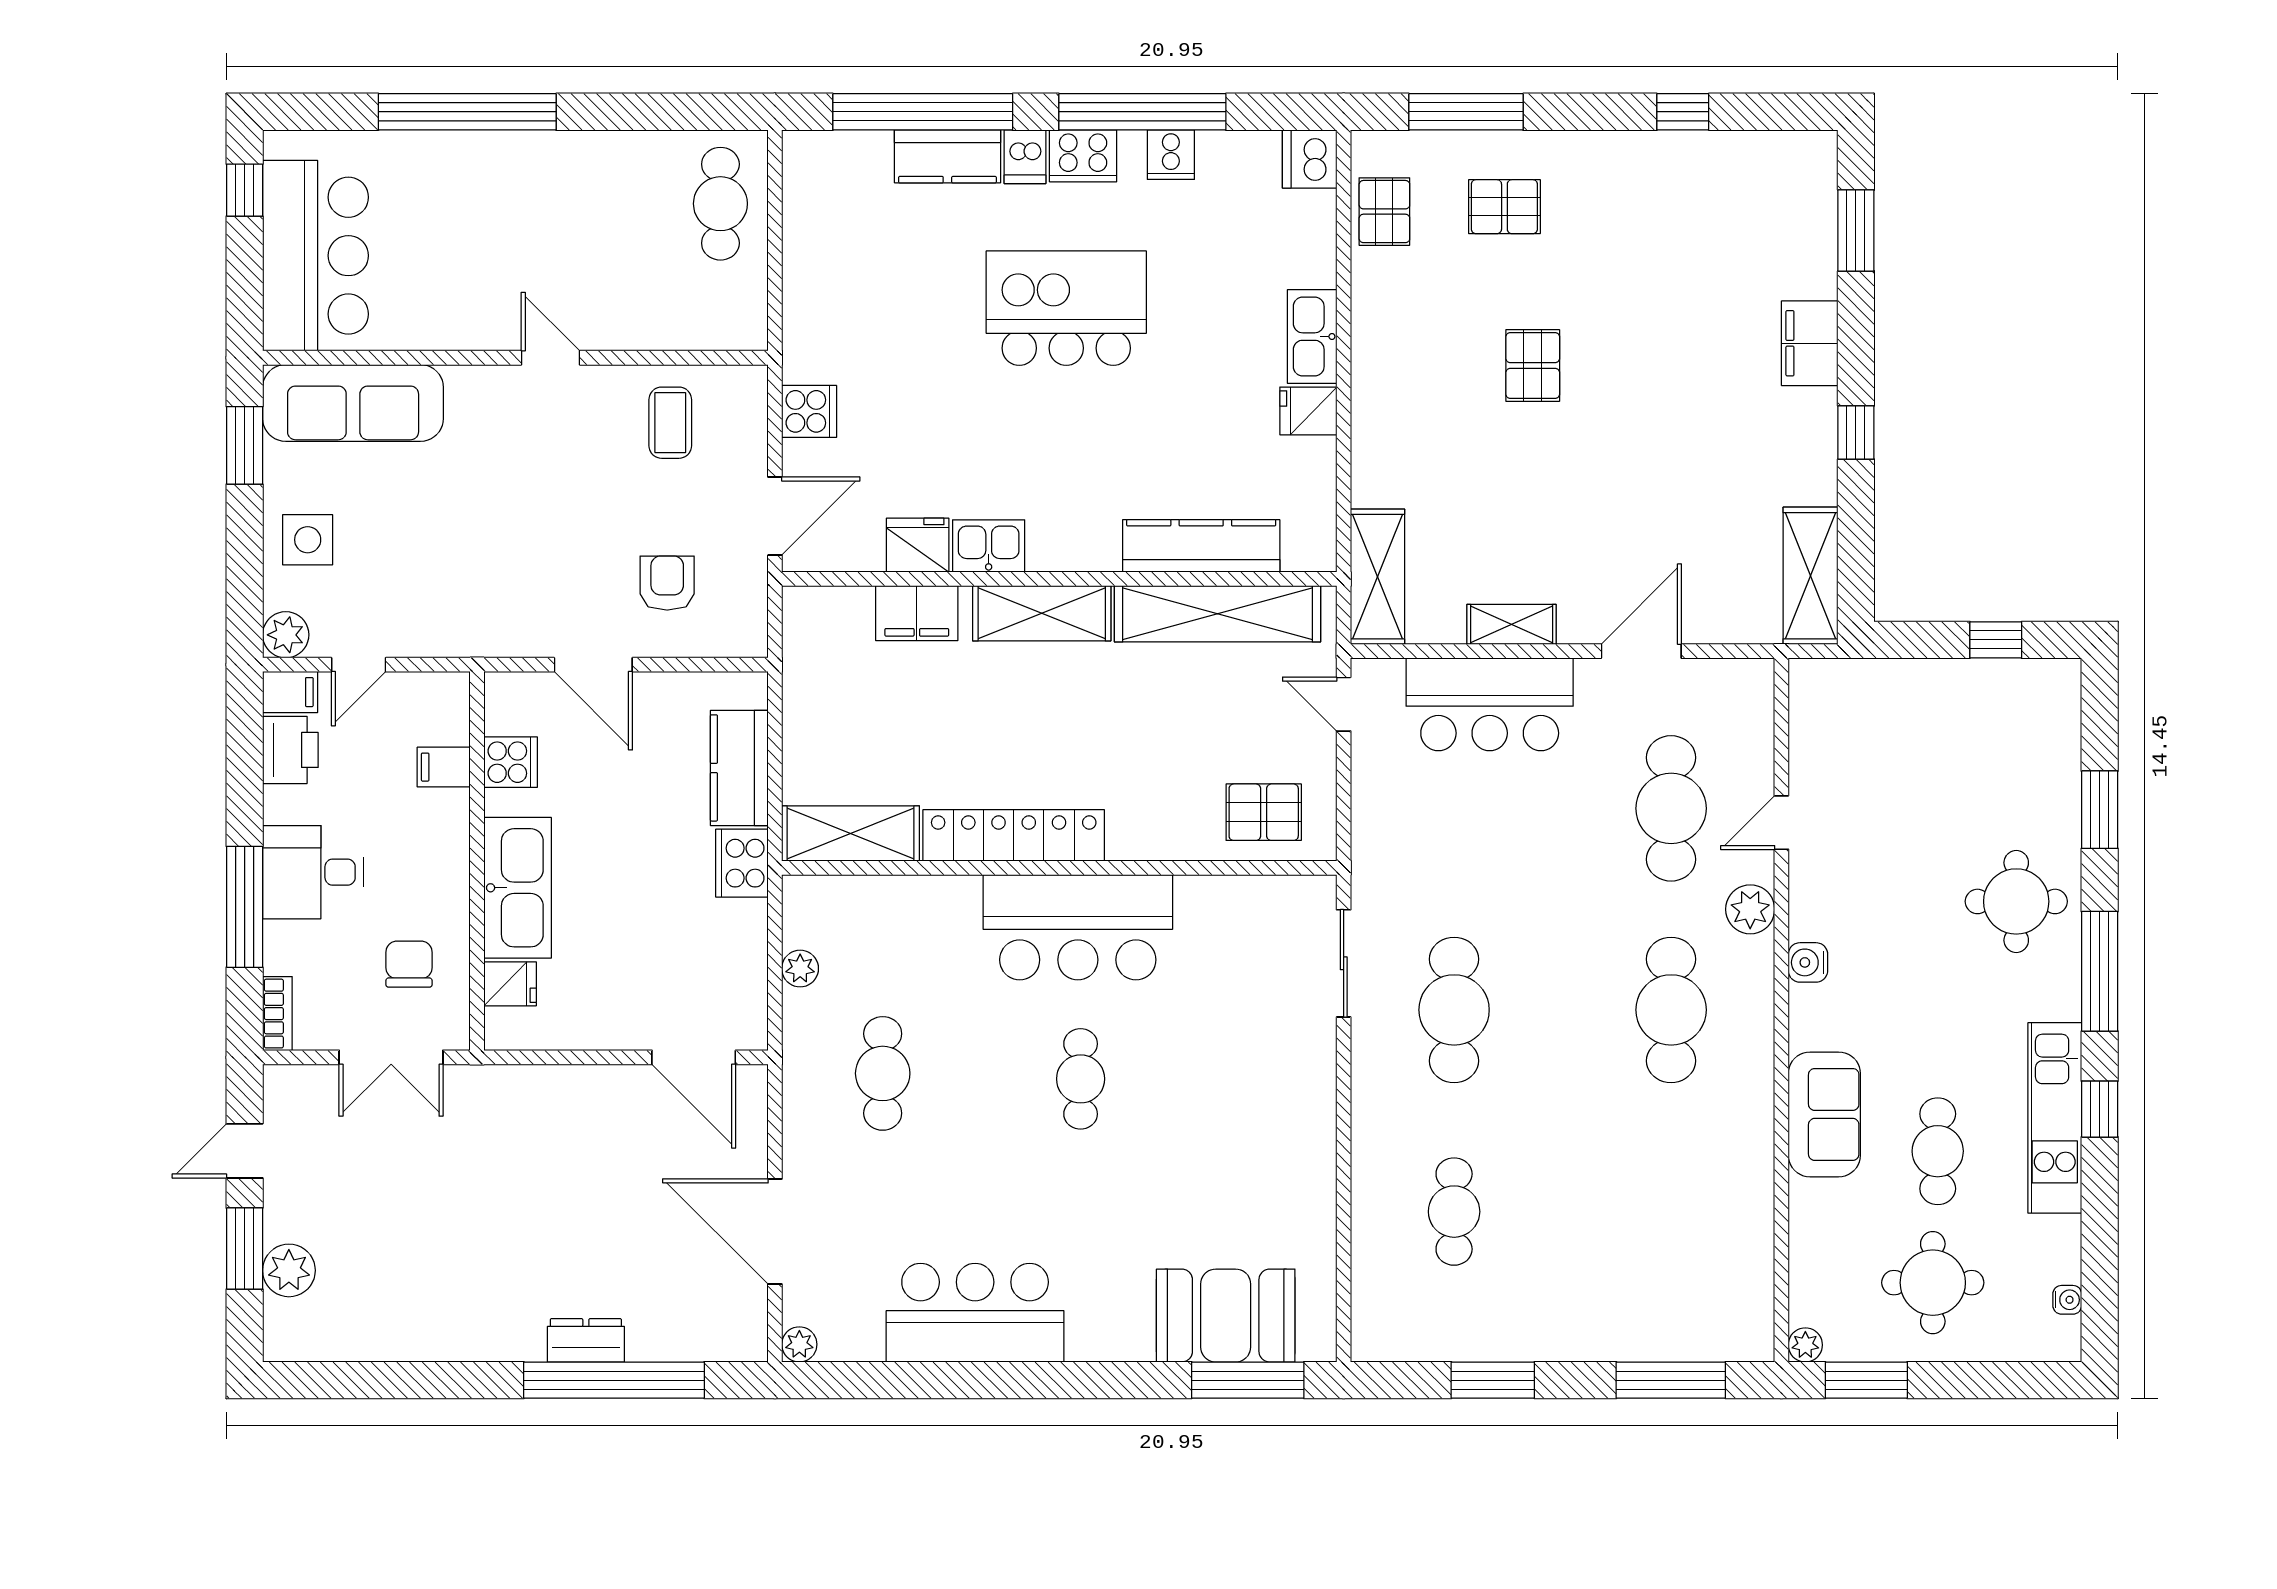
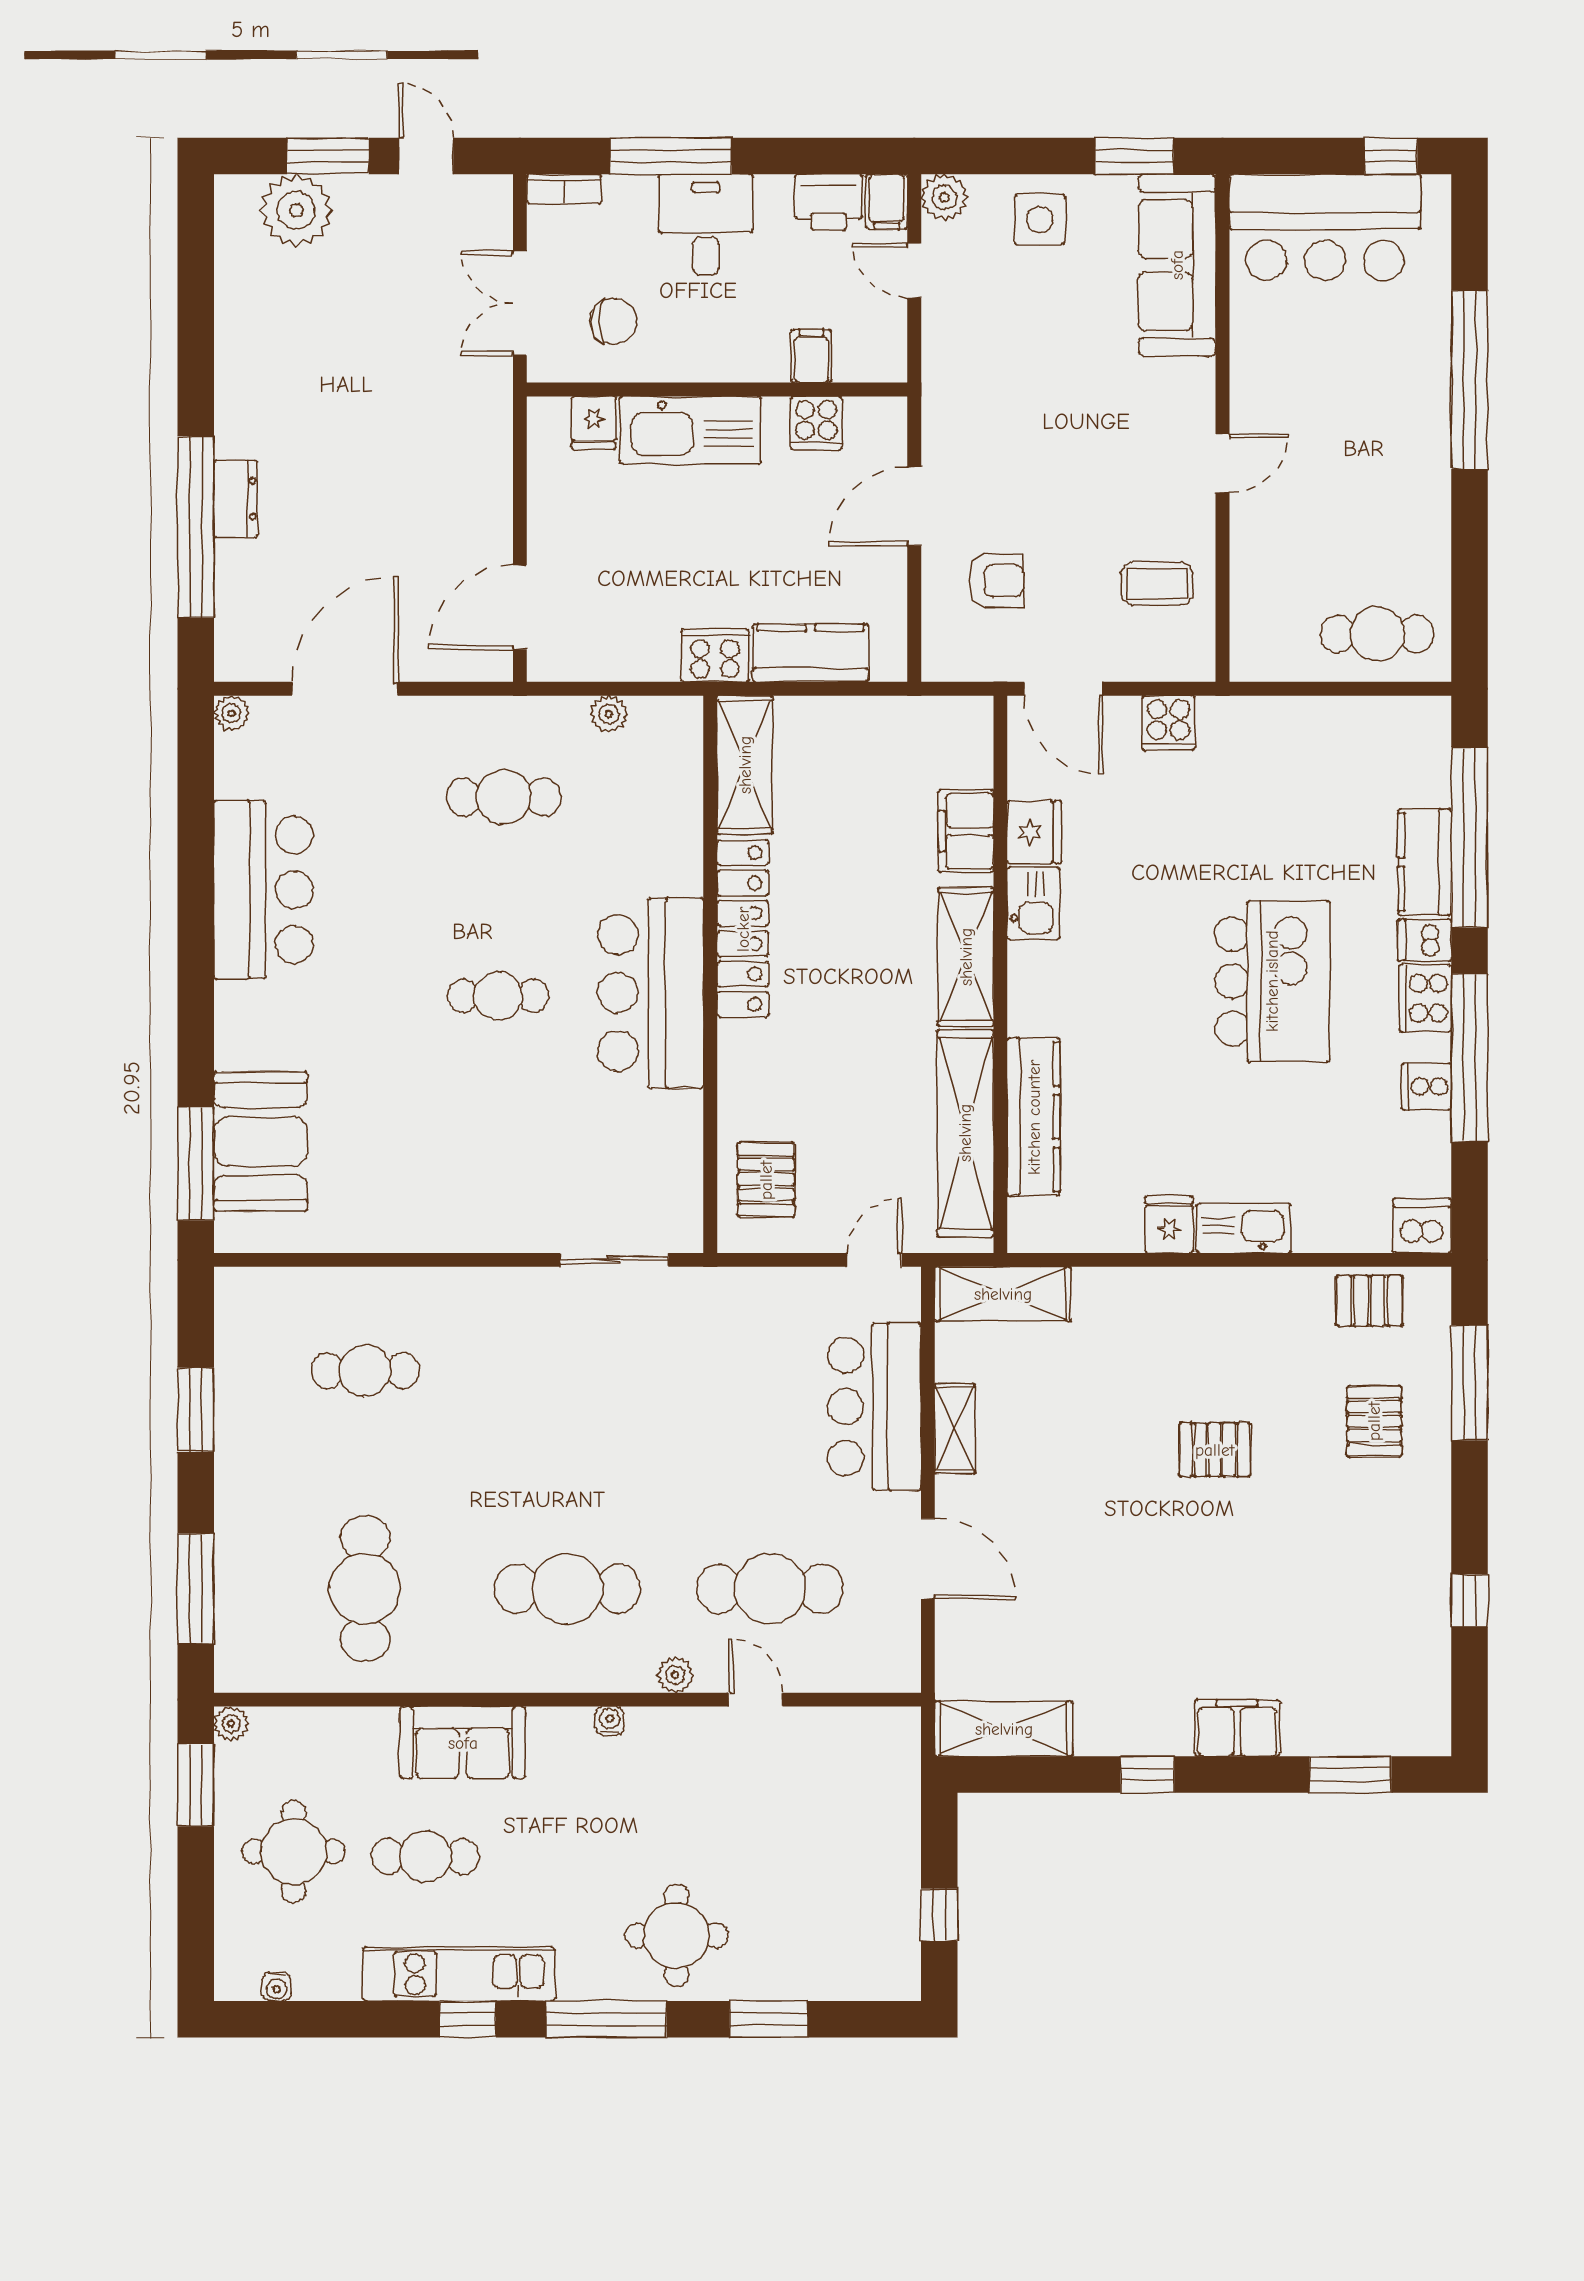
plant: (1750, 909) -> (675, 1675), width x0.73, depth x0.73
water cooler: (1808, 962) -> (610, 1721), width x0.72, depth x0.72
cafe table: (1454, 1010) -> (365, 1589), moved, turned 90
plant: (289, 1270) -> (296, 210), width x1.36, depth x1.36

